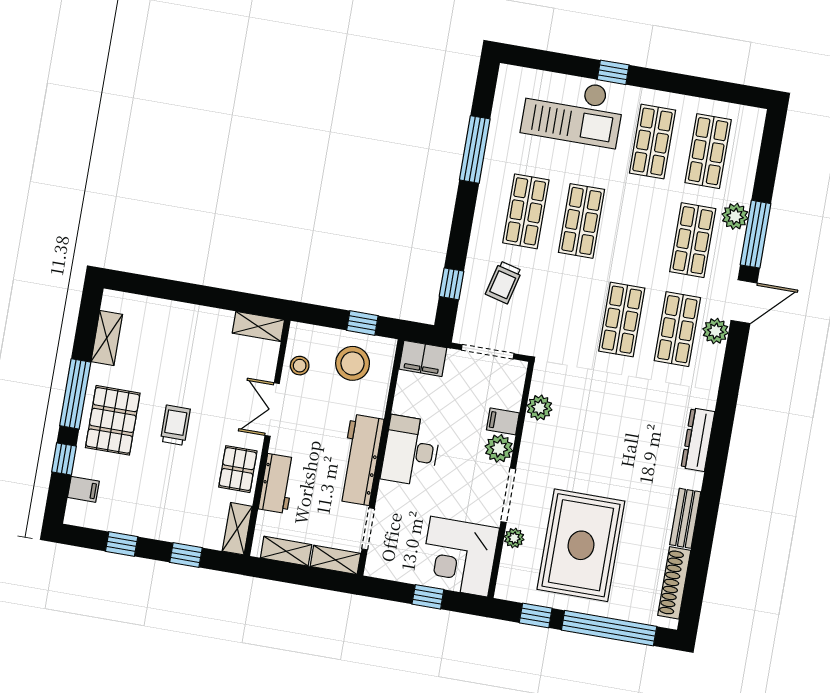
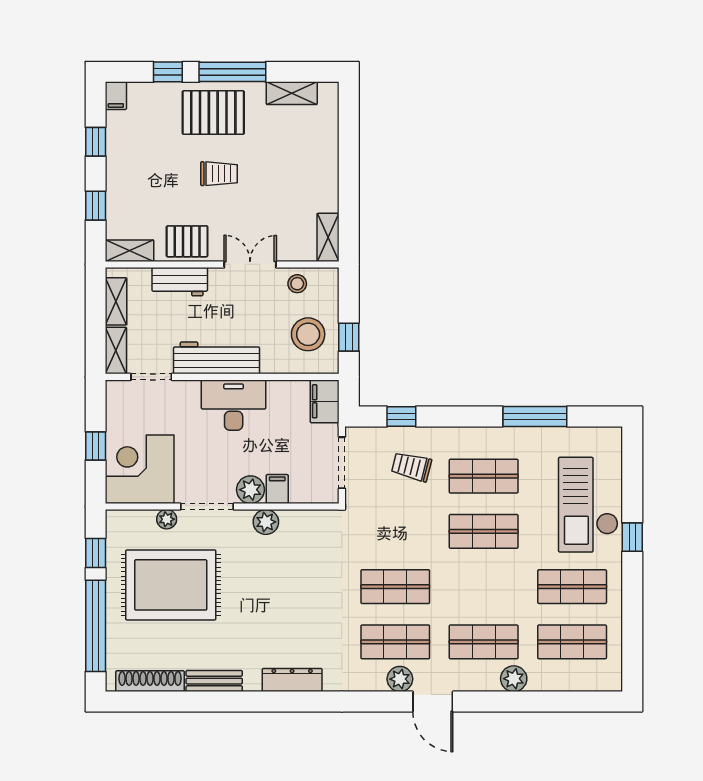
window: (756, 234) -> (500, 701), removed
plant: (539, 408) -> (266, 522), moved
filing cabinet: (83, 489) -> (116, 96), moved

